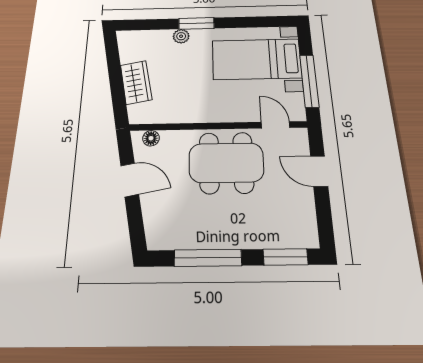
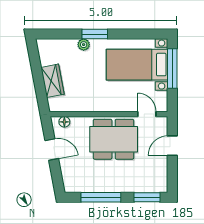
window: (309, 81) -> (172, 68), moved
door: (319, 171) -> (172, 146), hinge flipped

